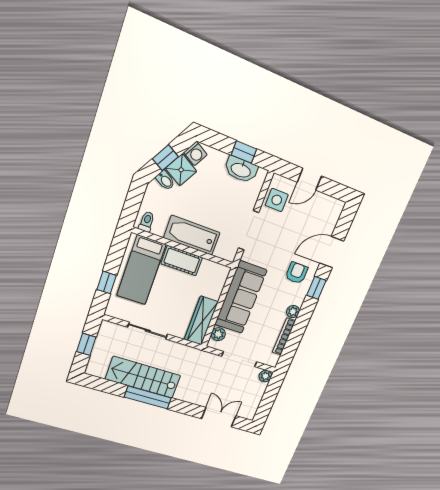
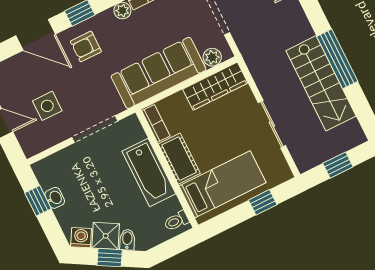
washbasin: (241, 170) -> (55, 198), width x0.52, depth x0.69
side table: (277, 200) -> (47, 106), moved
bookcase: (215, 268) -> (156, 123), added

